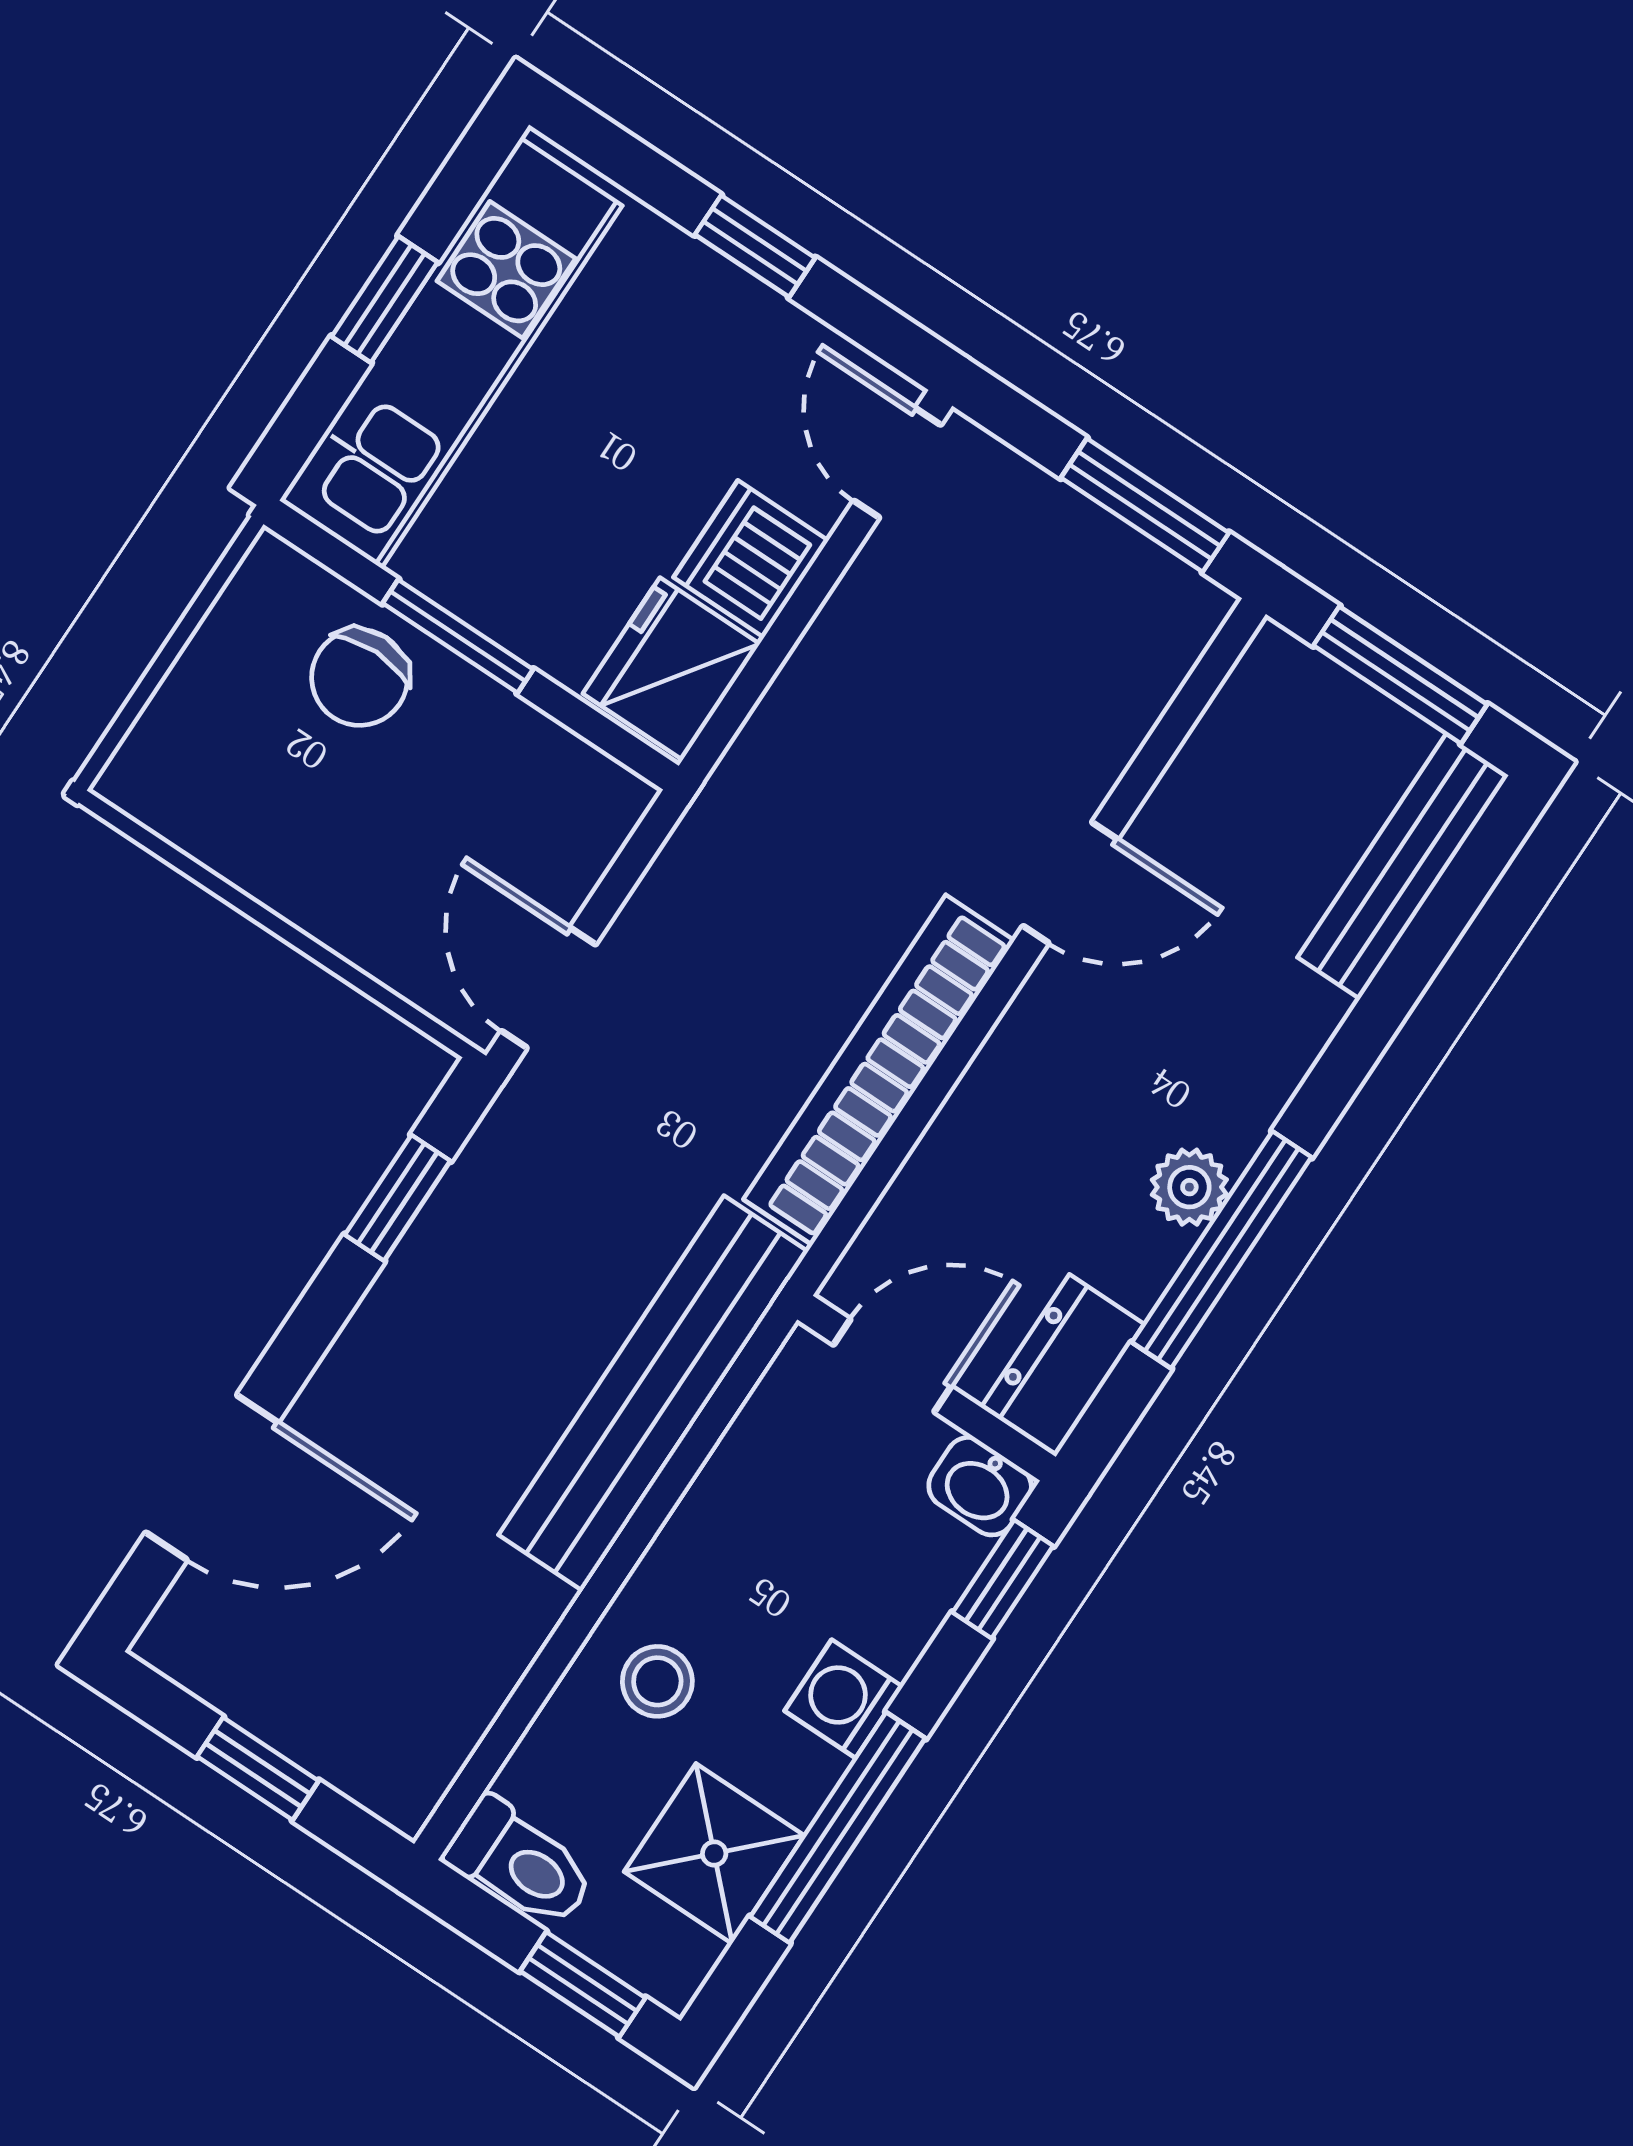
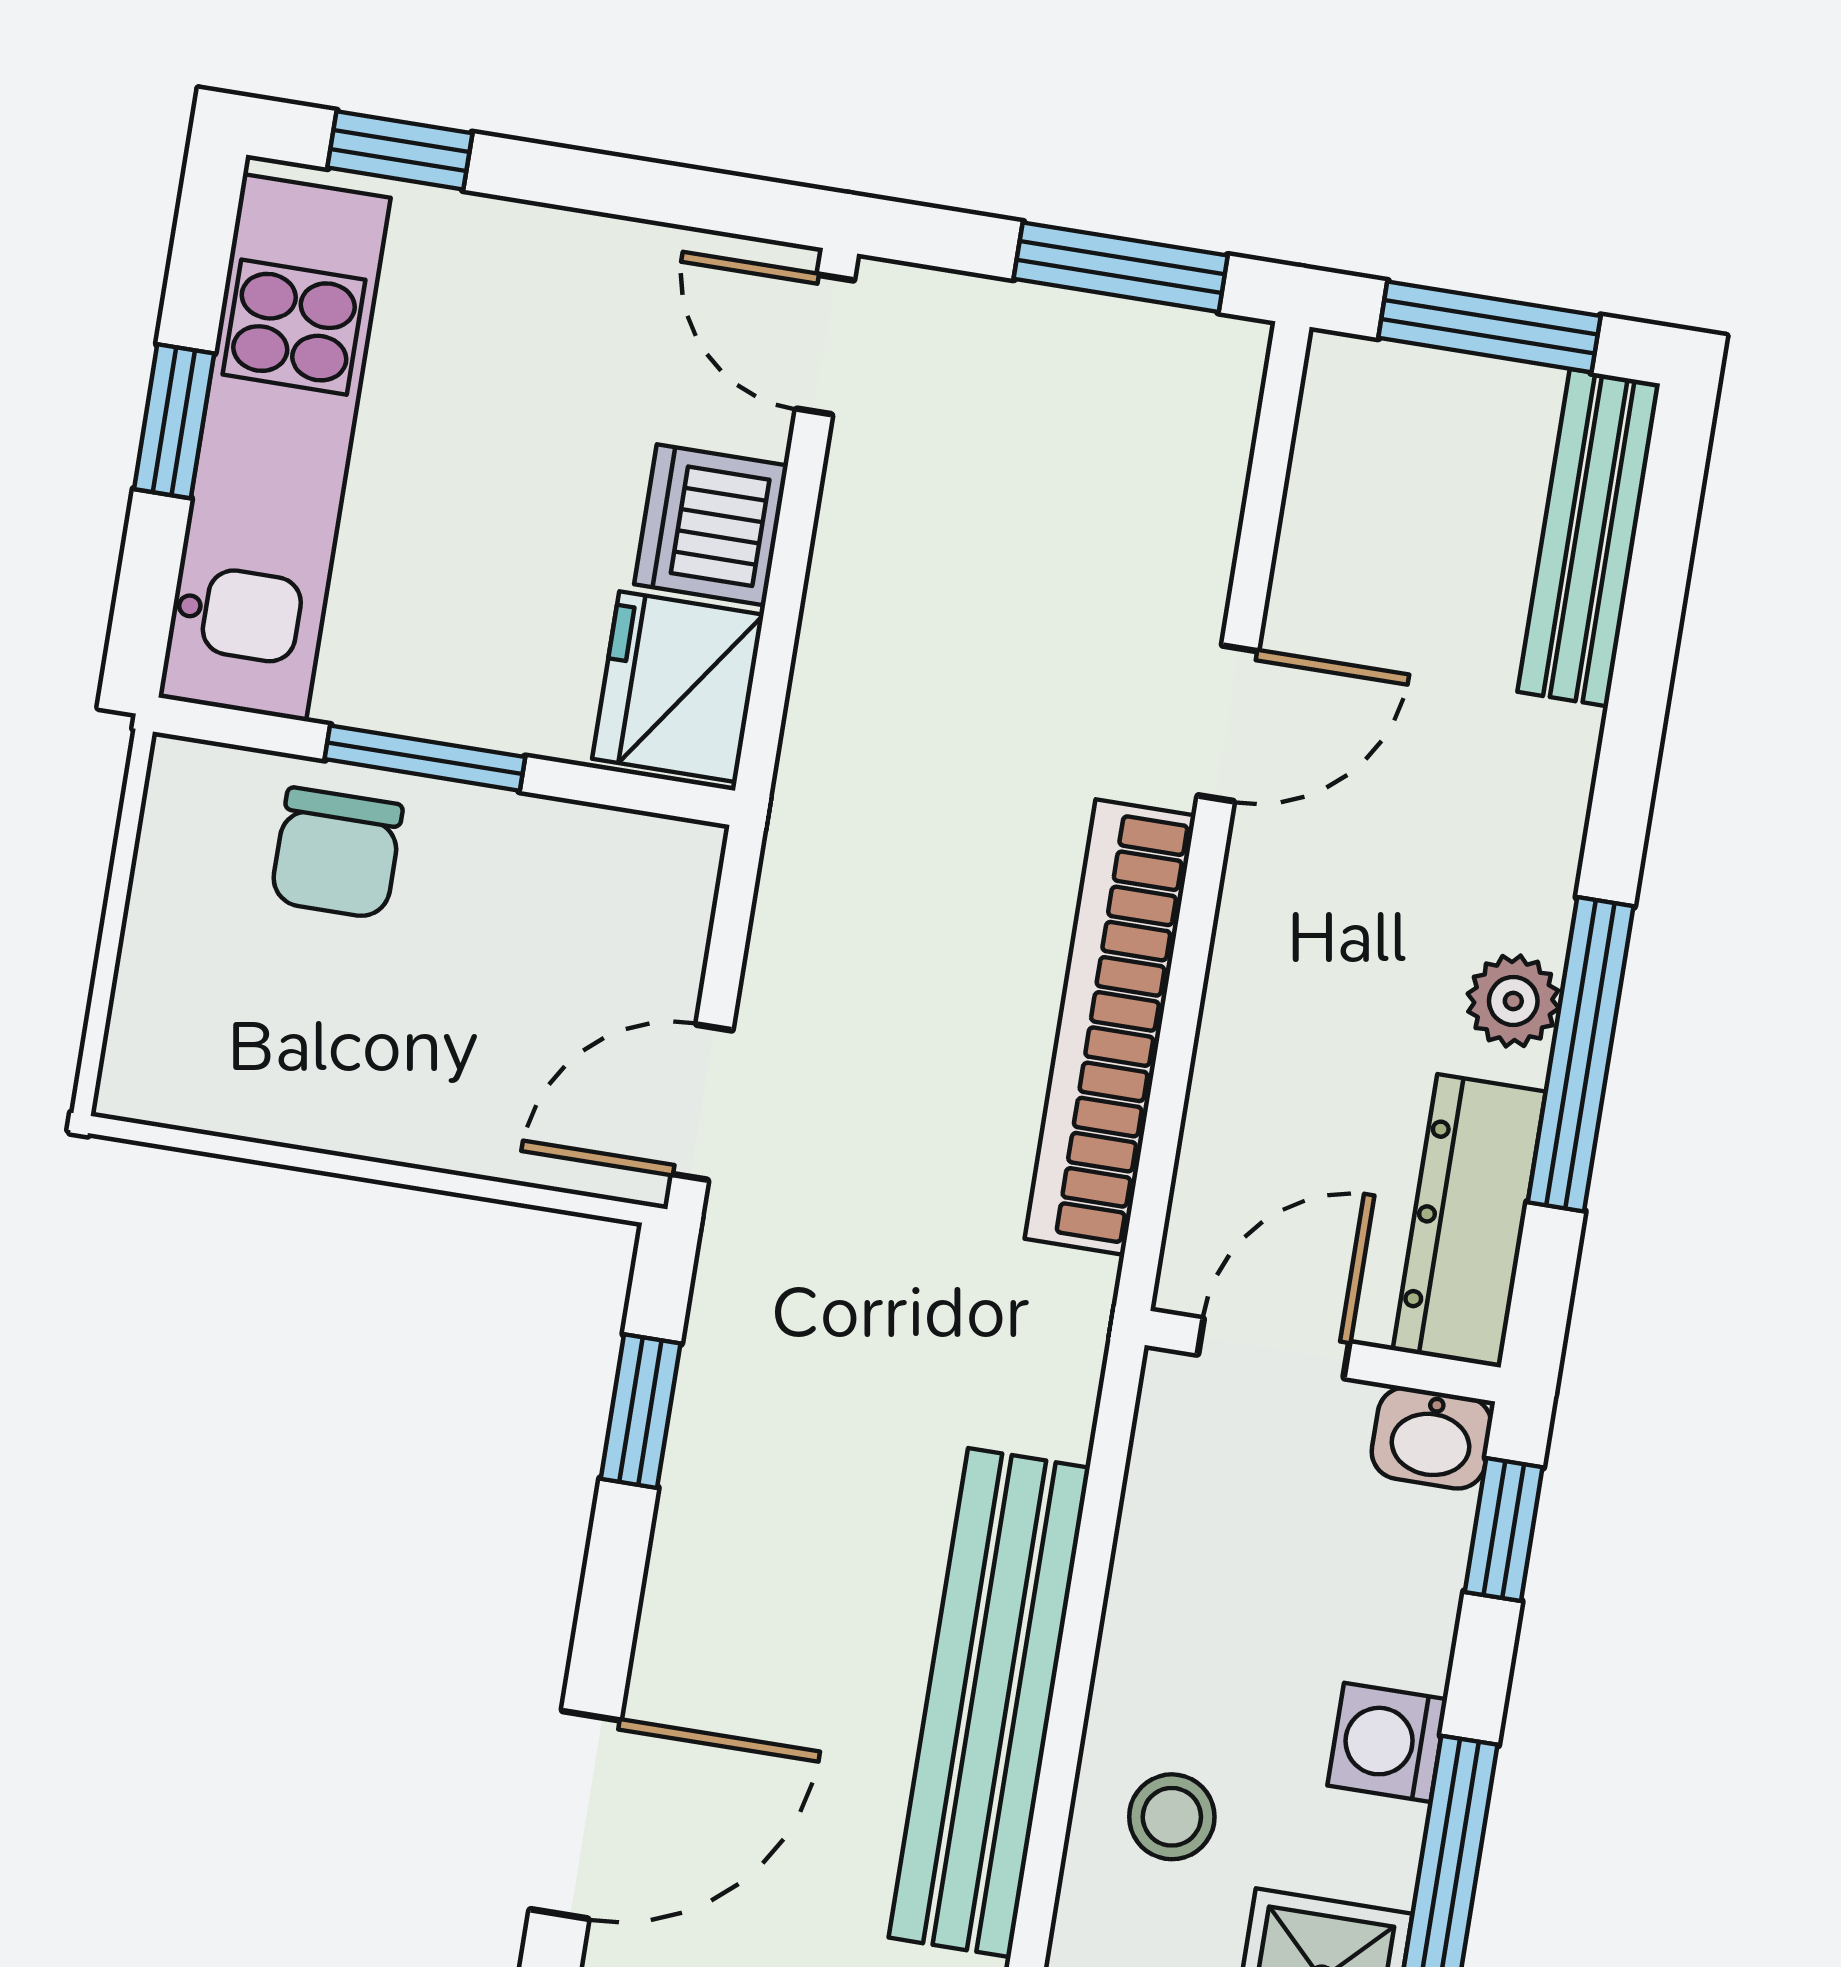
window: (755, 246) -> (400, 150), moved
door: (549, 988) -> (702, 1102), hinge flipped
dresser: (1063, 1366) -> (1469, 1221), width x1.44
bench: (653, 1393) -> (989, 1703), moved

